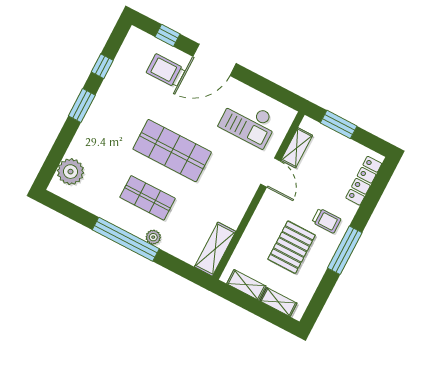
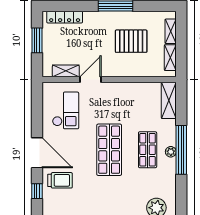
trolley: (166, 71) -> (60, 180), turned -90
window: (339, 124) -> (37, 40), moved
trolley: (326, 221) -> (103, 28), removed
plant: (153, 237) -> (171, 152), moved
shelving: (215, 249) -> (169, 100), moved, turned 90

